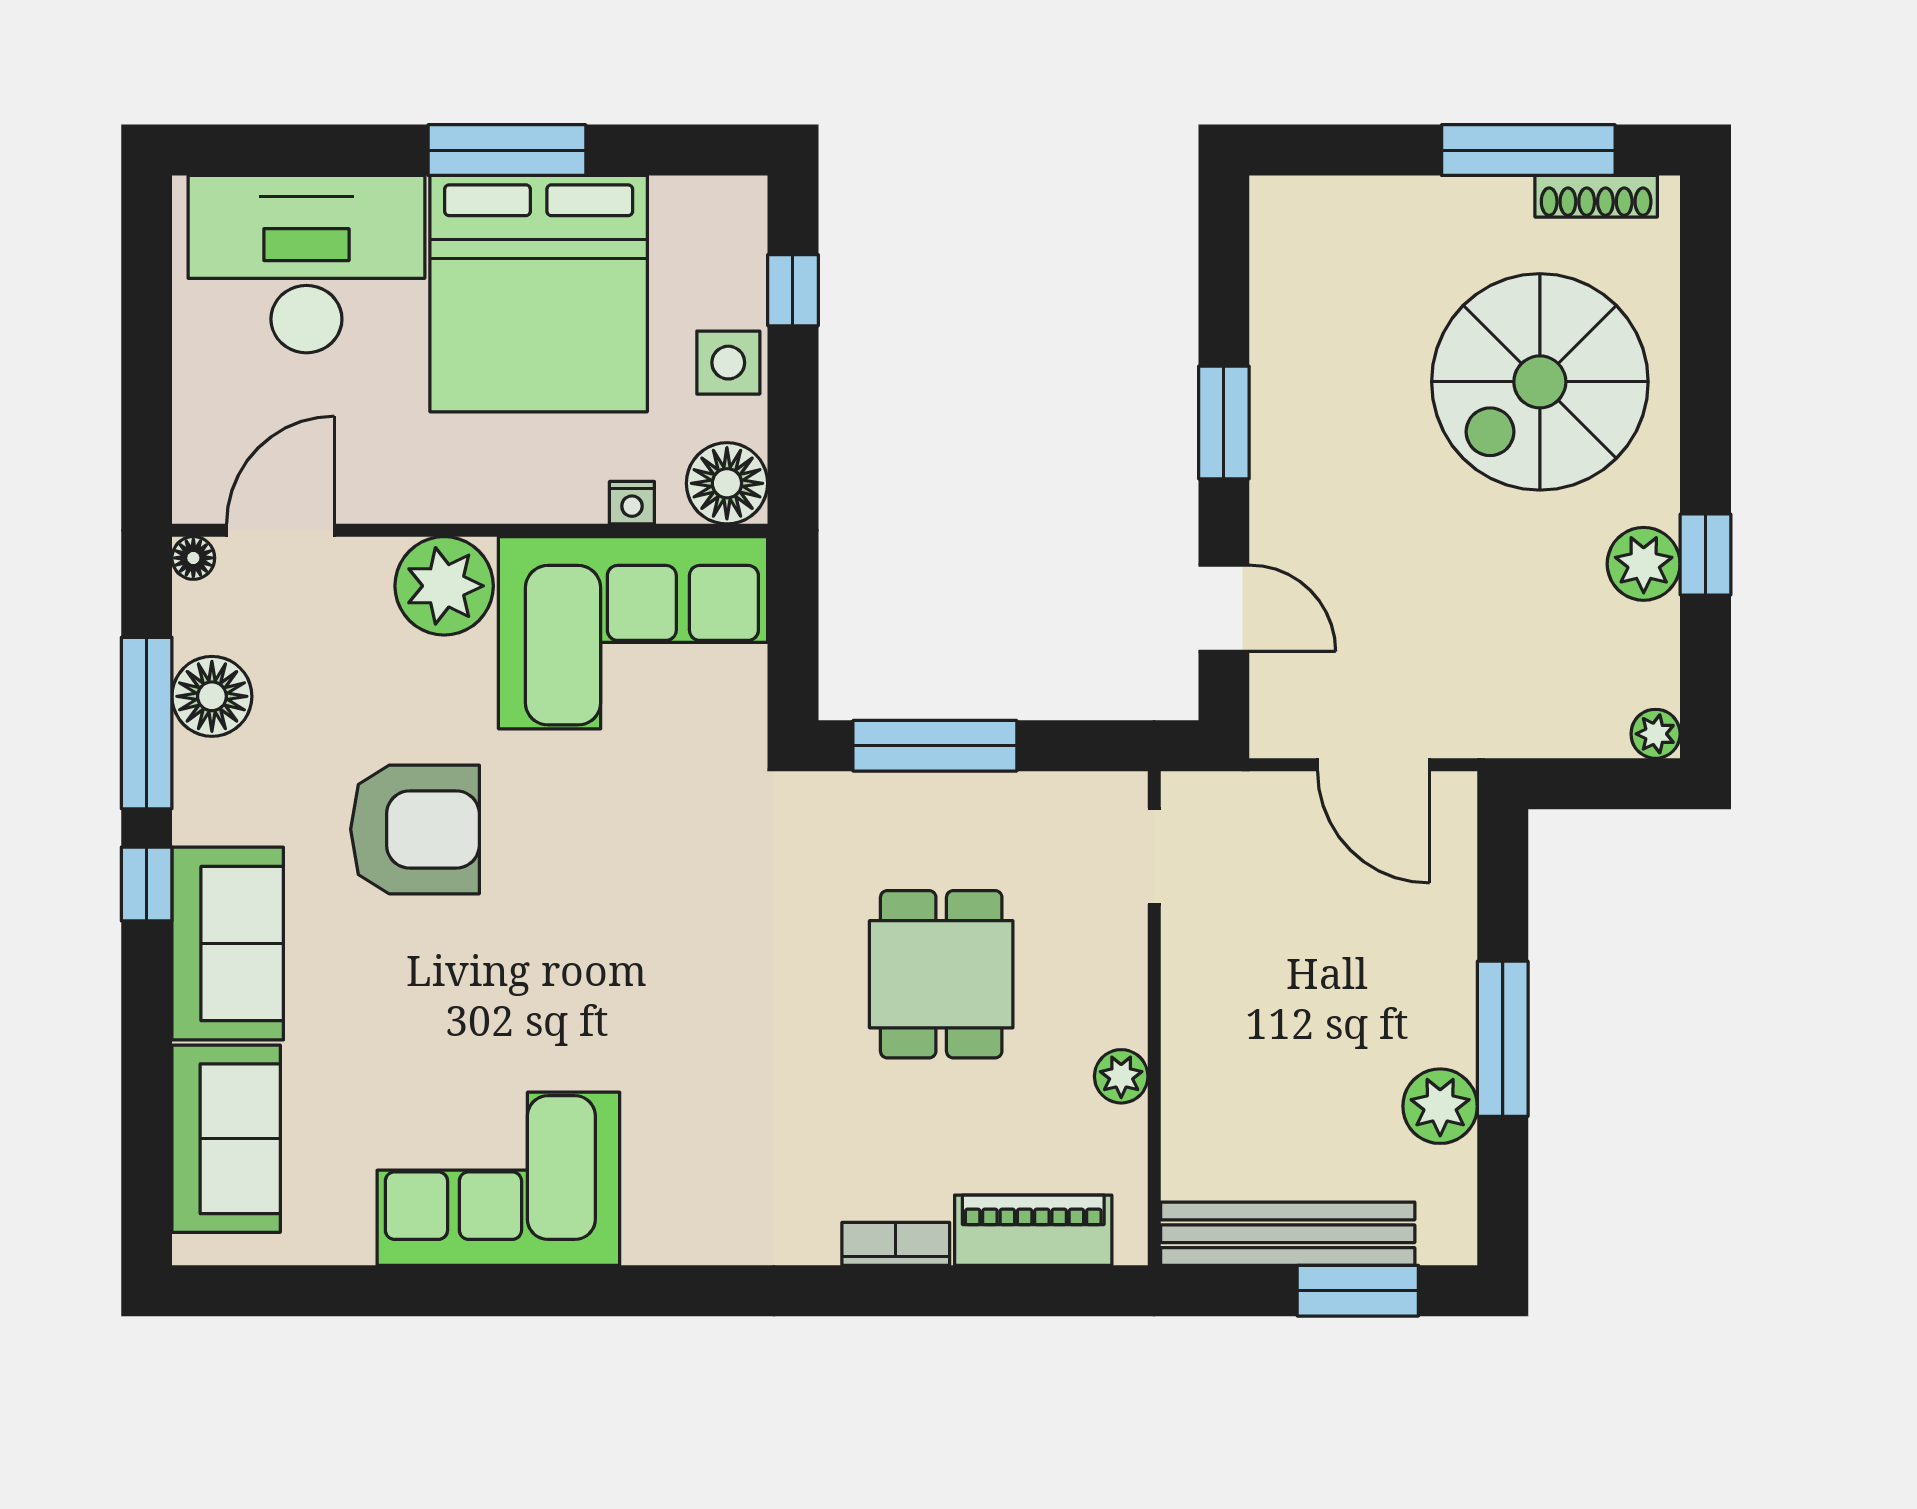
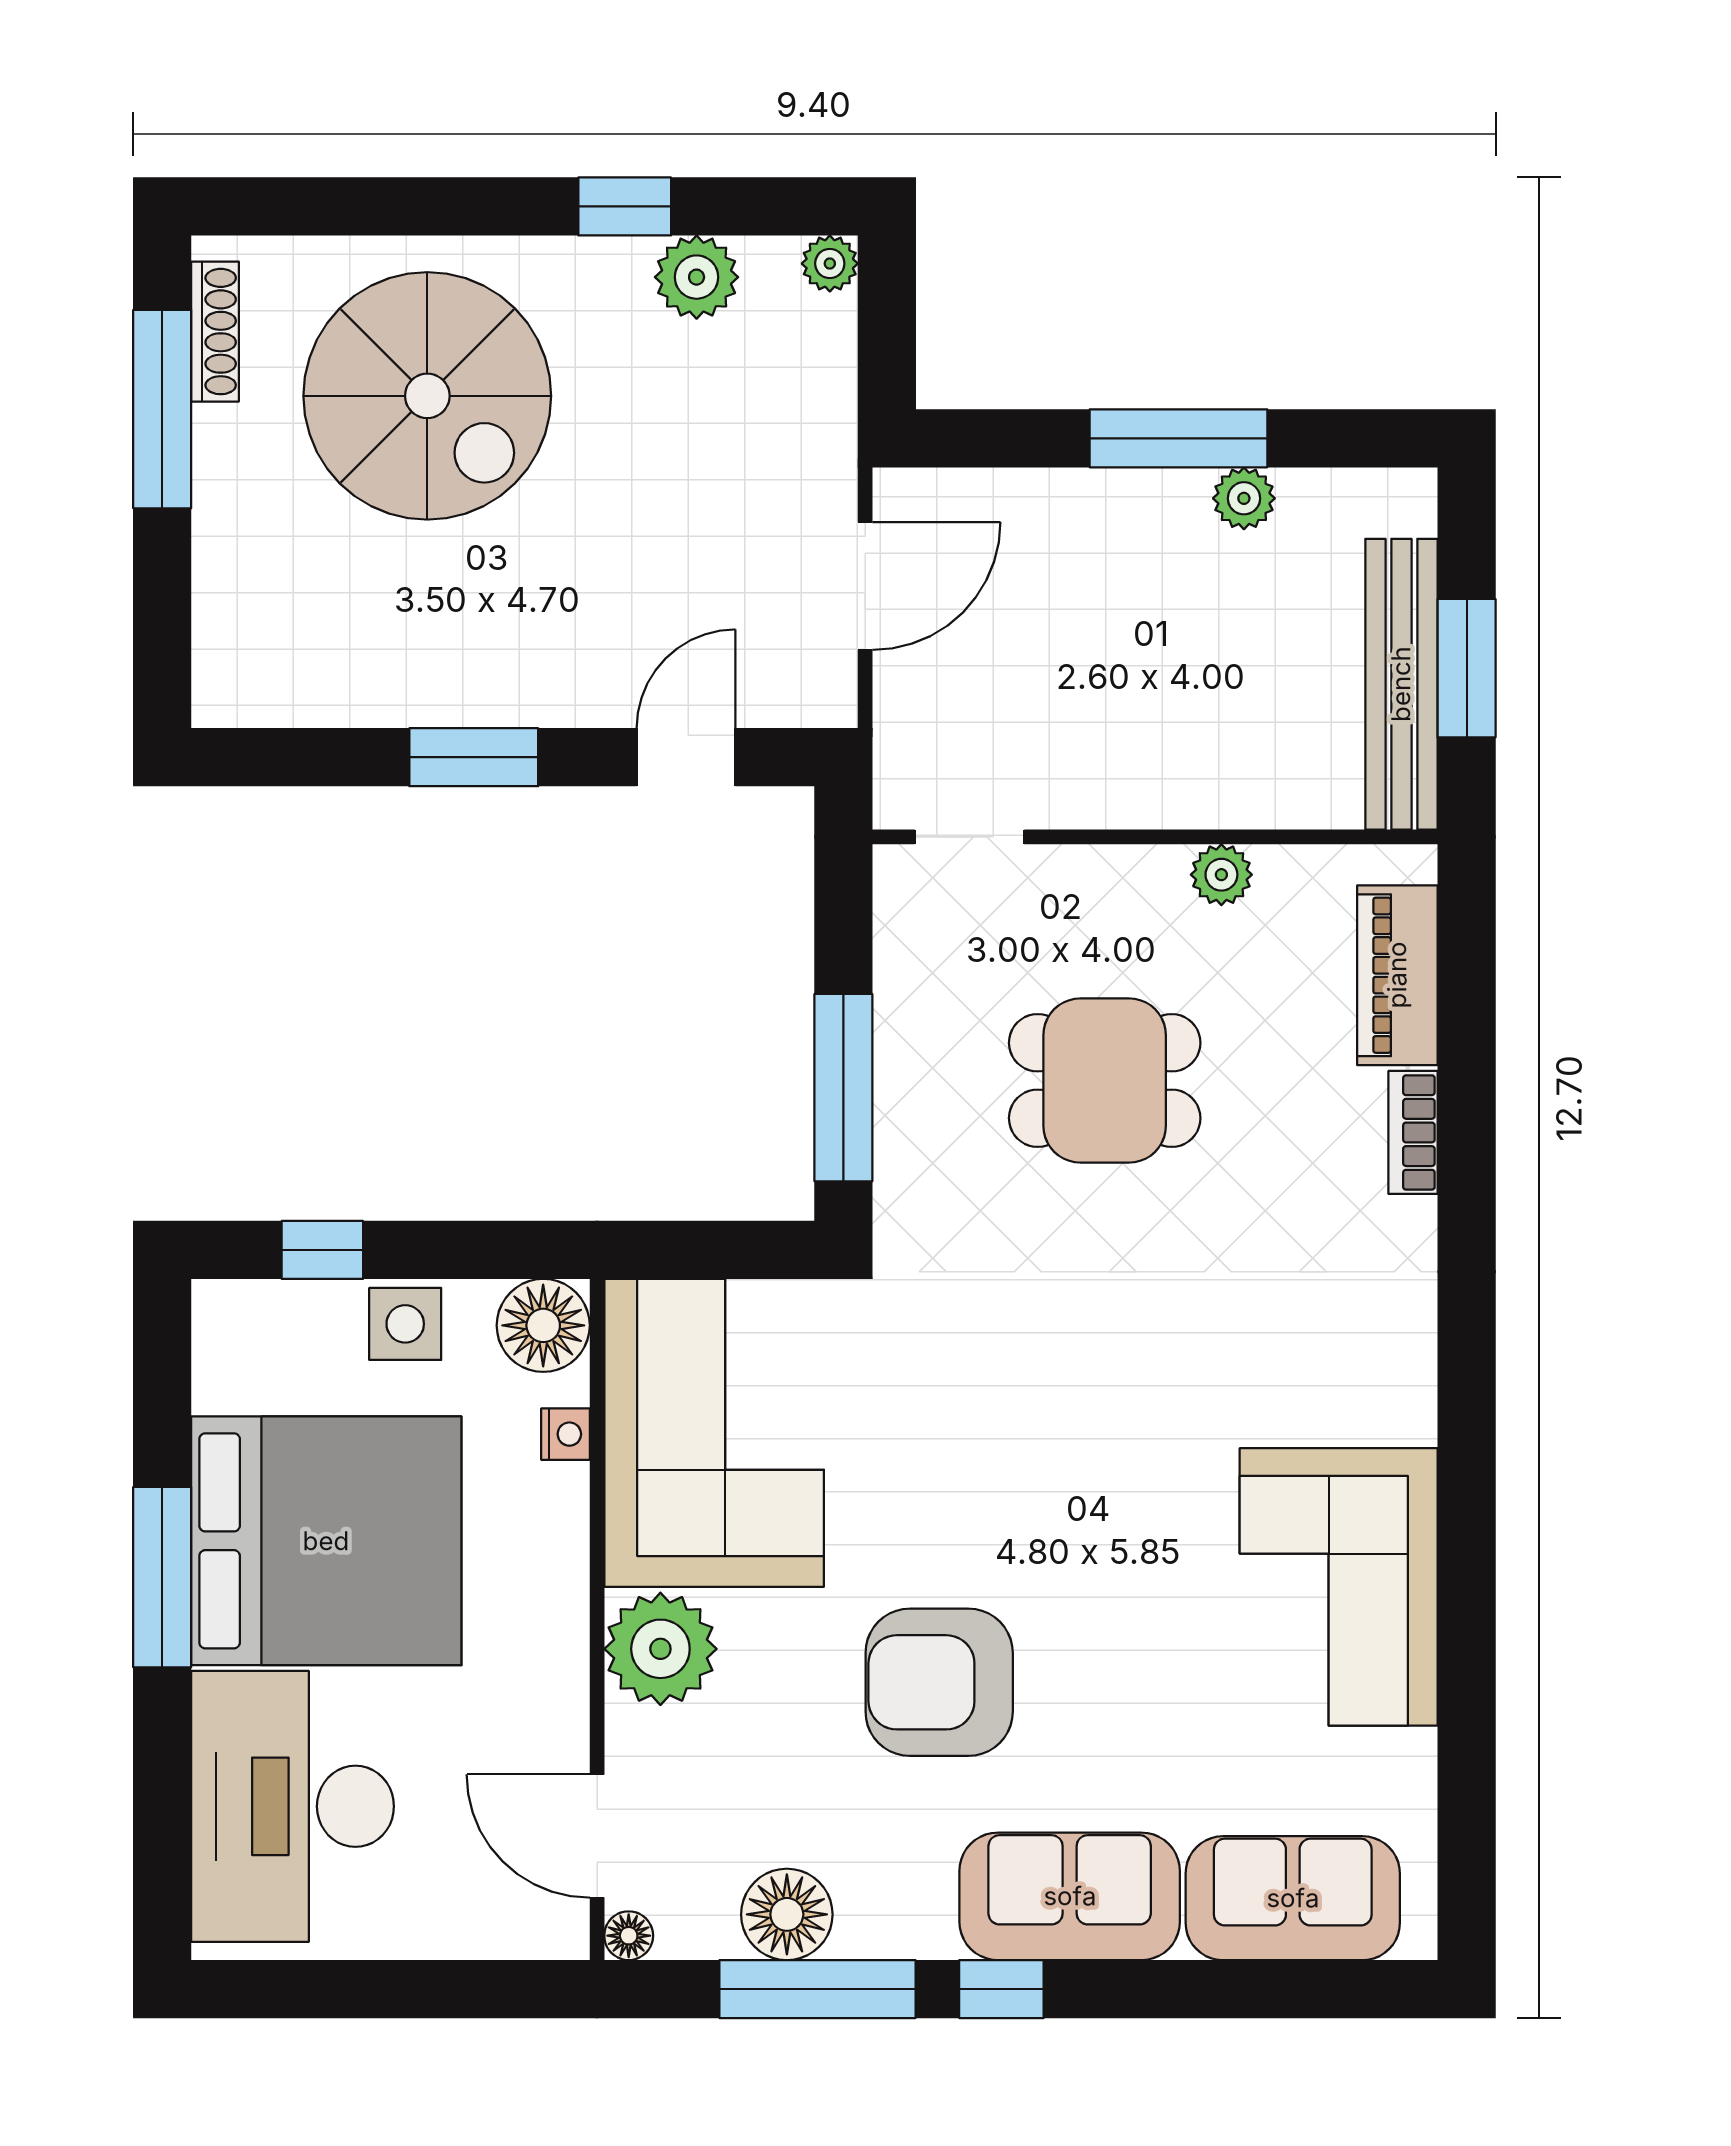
plant: (1644, 564) -> (697, 277), moved
armchair: (415, 829) -> (939, 1682), turned -90
plant: (1440, 1106) -> (1244, 498), width x0.73, depth x0.73
window: (1358, 1291) -> (1467, 668), moved

